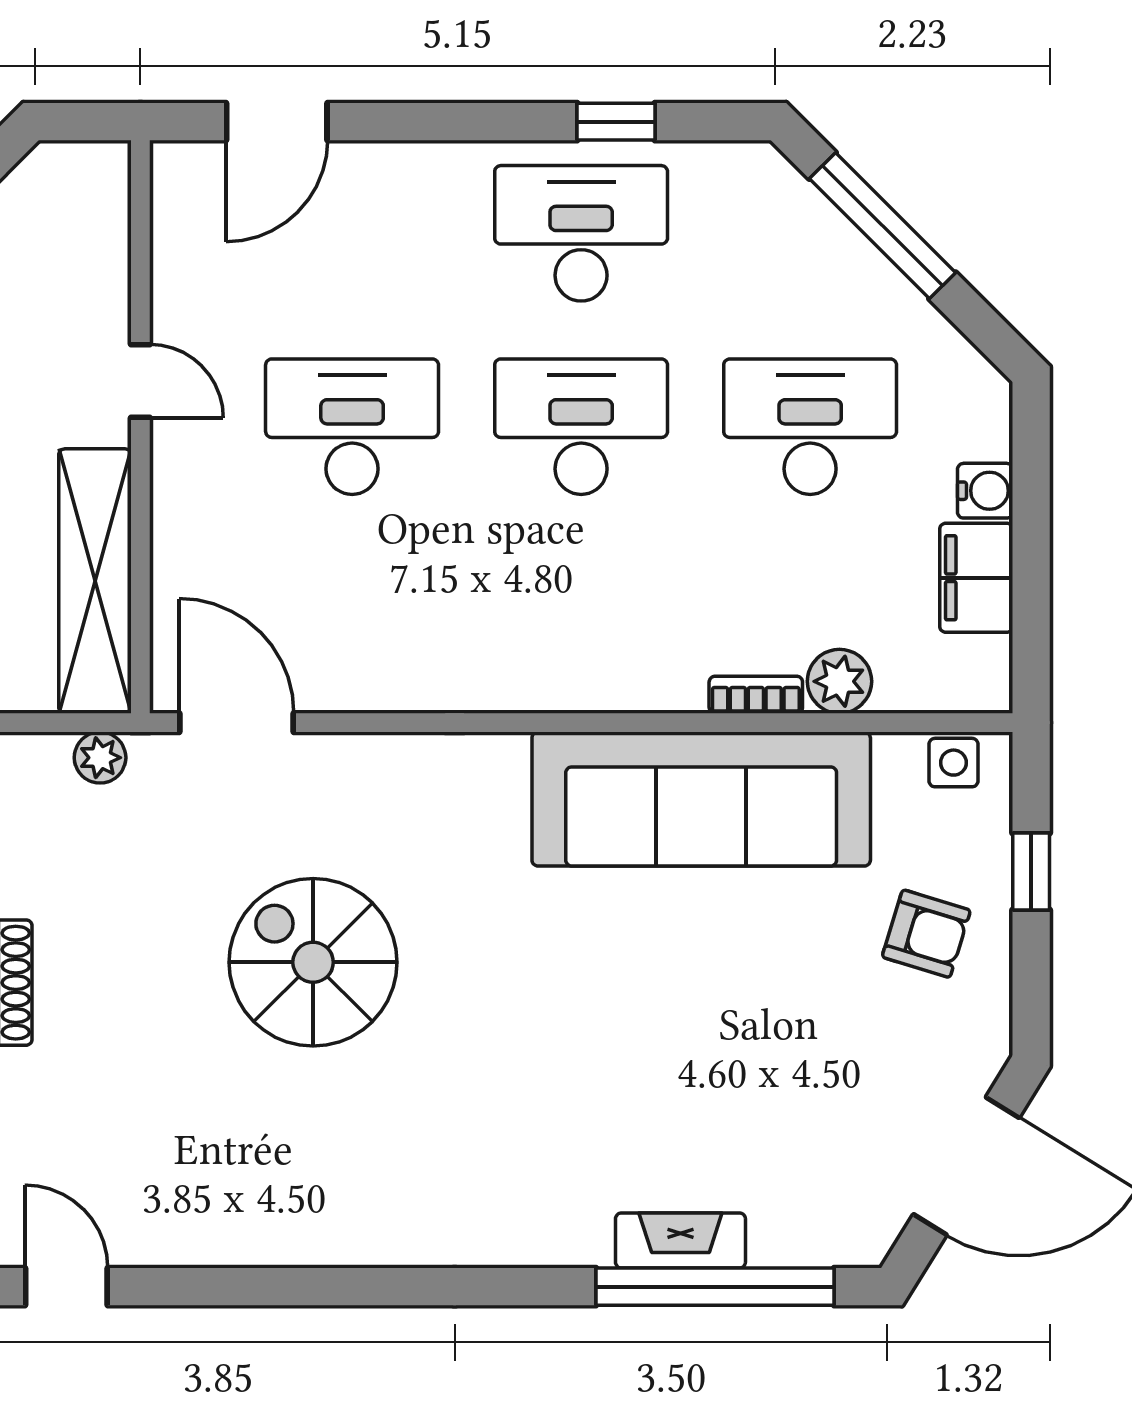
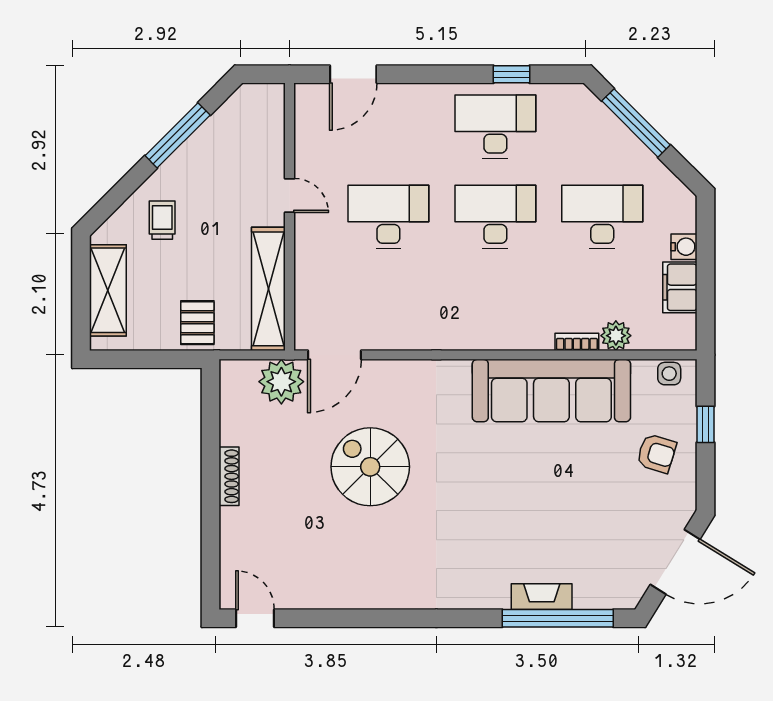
door: (237, 723) -> (334, 355), swing flipped
plant: (100, 758) -> (281, 382), width x1.88, depth x1.88

